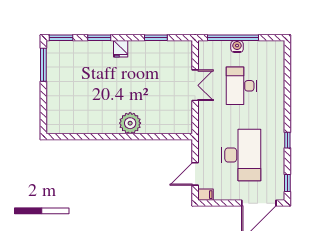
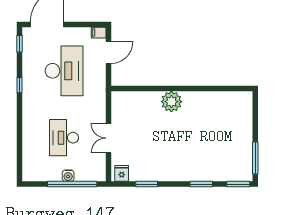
fridge: (121, 49) -> (122, 173), moved
desk: (241, 86) -> (64, 138), turned 180
desk: (241, 155) -> (64, 71), turned 180

